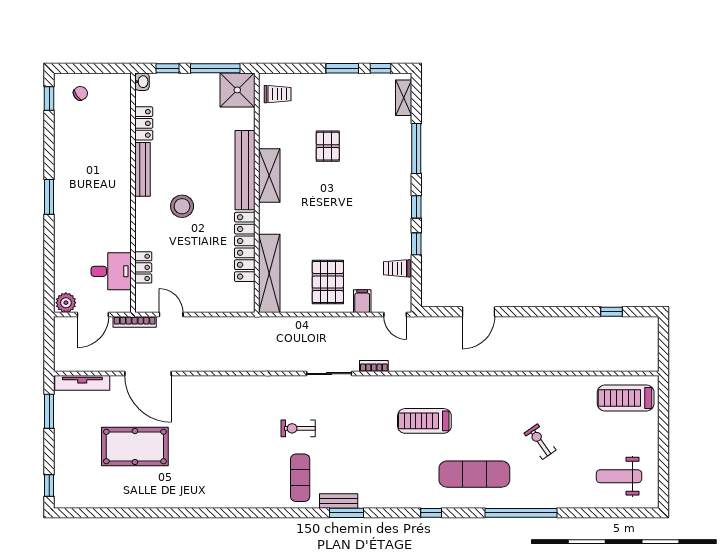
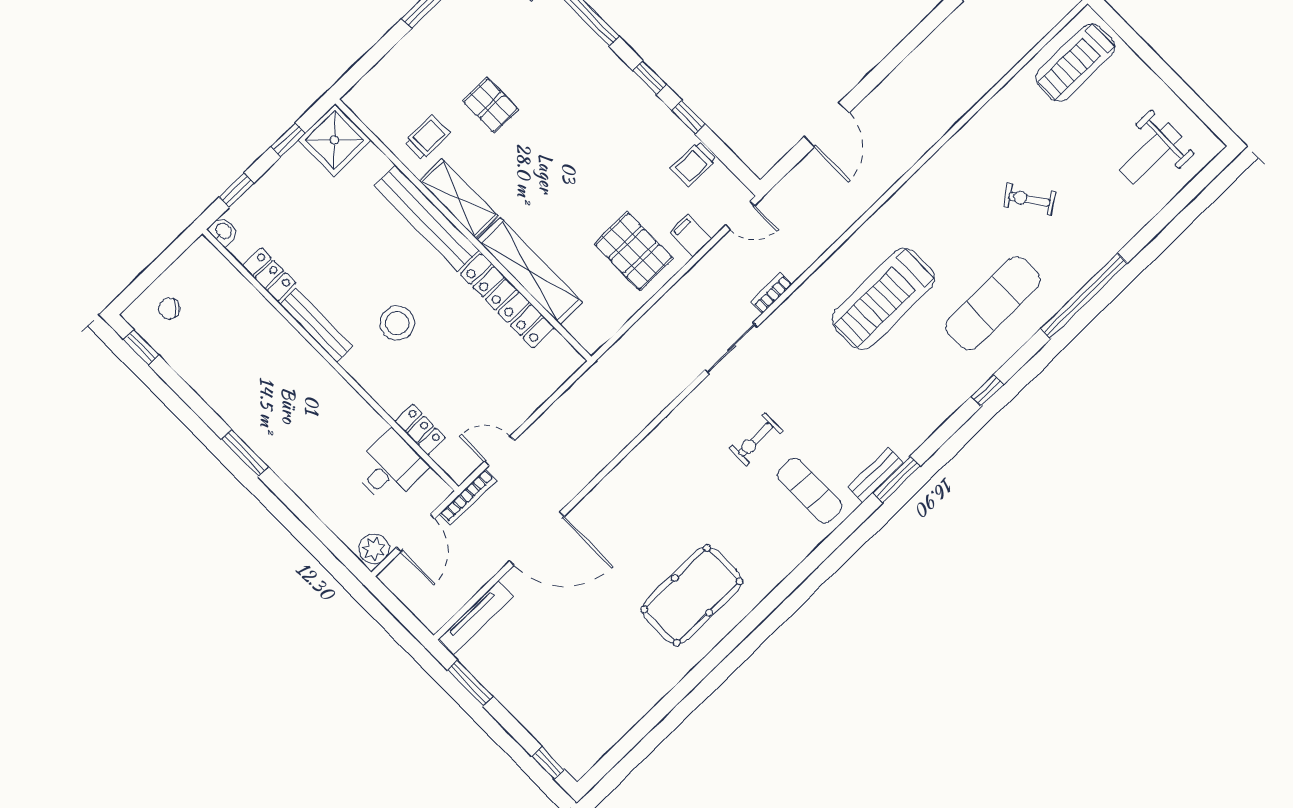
window: (215, 68) -> (288, 140), width x0.46
chair: (80, 93) -> (169, 309), turned -105
trolley: (278, 94) -> (427, 137), moved
shelving: (269, 273) -> (530, 271), moved
treadmill: (424, 421) -> (883, 299), width x1.37, depth x1.38
pool table: (135, 447) -> (692, 595), moved

